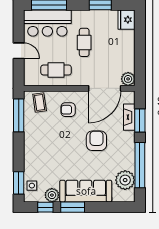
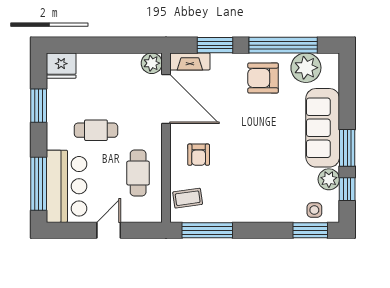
fireplace: (129, 117) -> (190, 61), moved
armchair: (96, 141) -> (263, 78), moved

